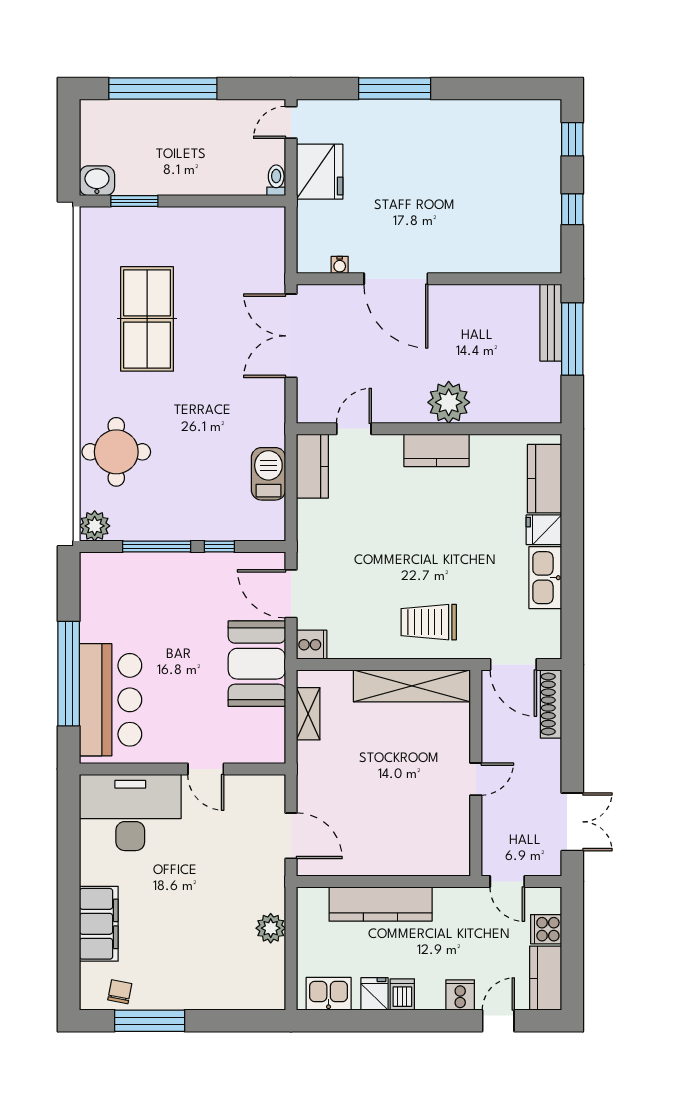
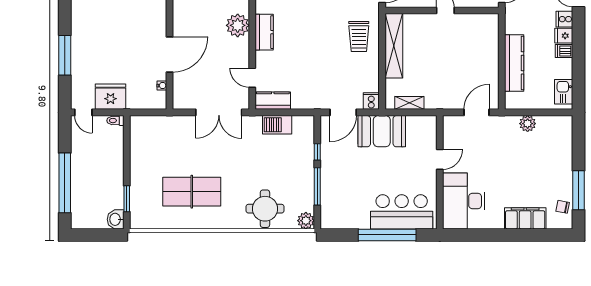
double door: (291, 336) -> (219, 112), moved
fridge: (374, 994) -> (564, 36), moved

